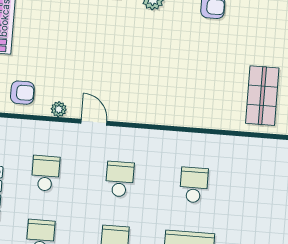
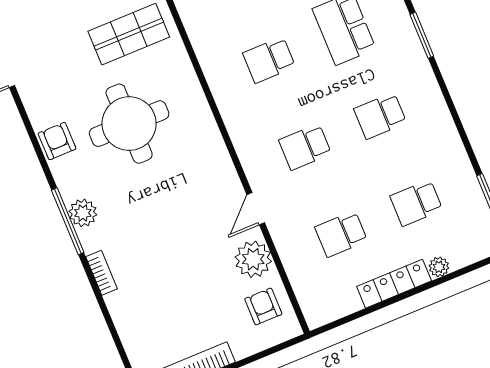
round table: (199, 64) -> (129, 124), added
plant: (59, 109) -> (253, 259), width x1.88, depth x1.88

